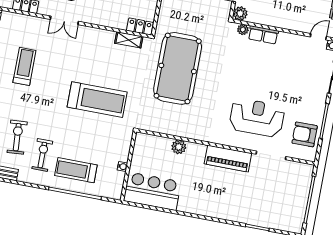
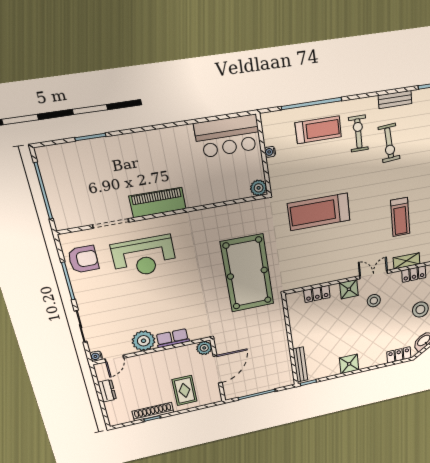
shower: (92, 15) -> (349, 289), added
locker: (140, 26) -> (317, 294), moved
plant: (243, 30) -> (144, 341), moved, width x1.88, depth x1.88
shelving: (129, 40) -> (407, 261), moved
plant: (179, 147) -> (259, 188), moved
exercise bike: (42, 155) -> (358, 134), turned 180

